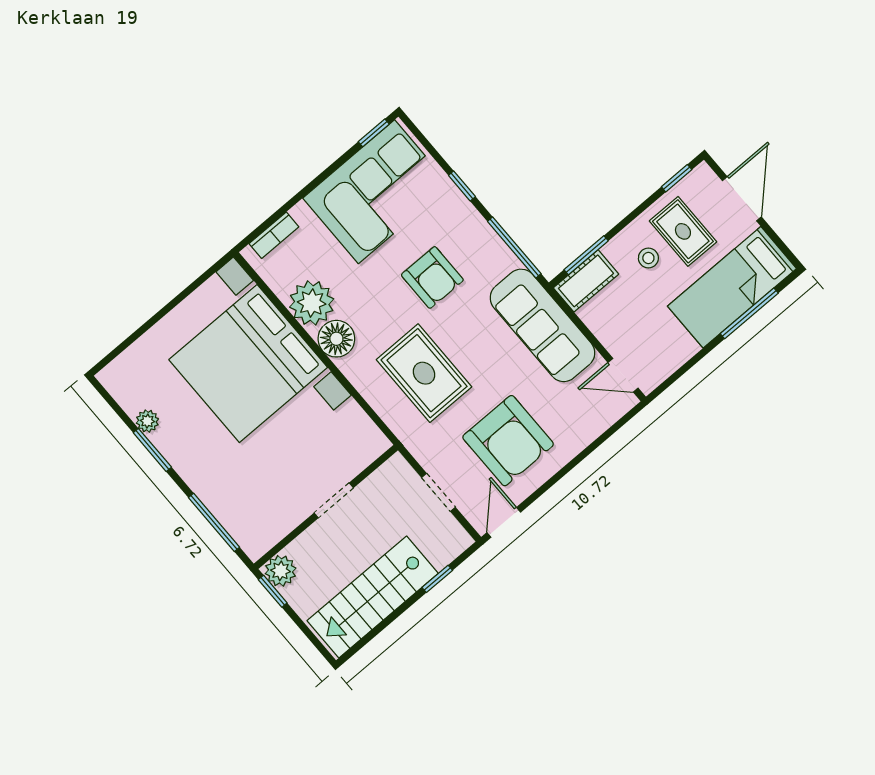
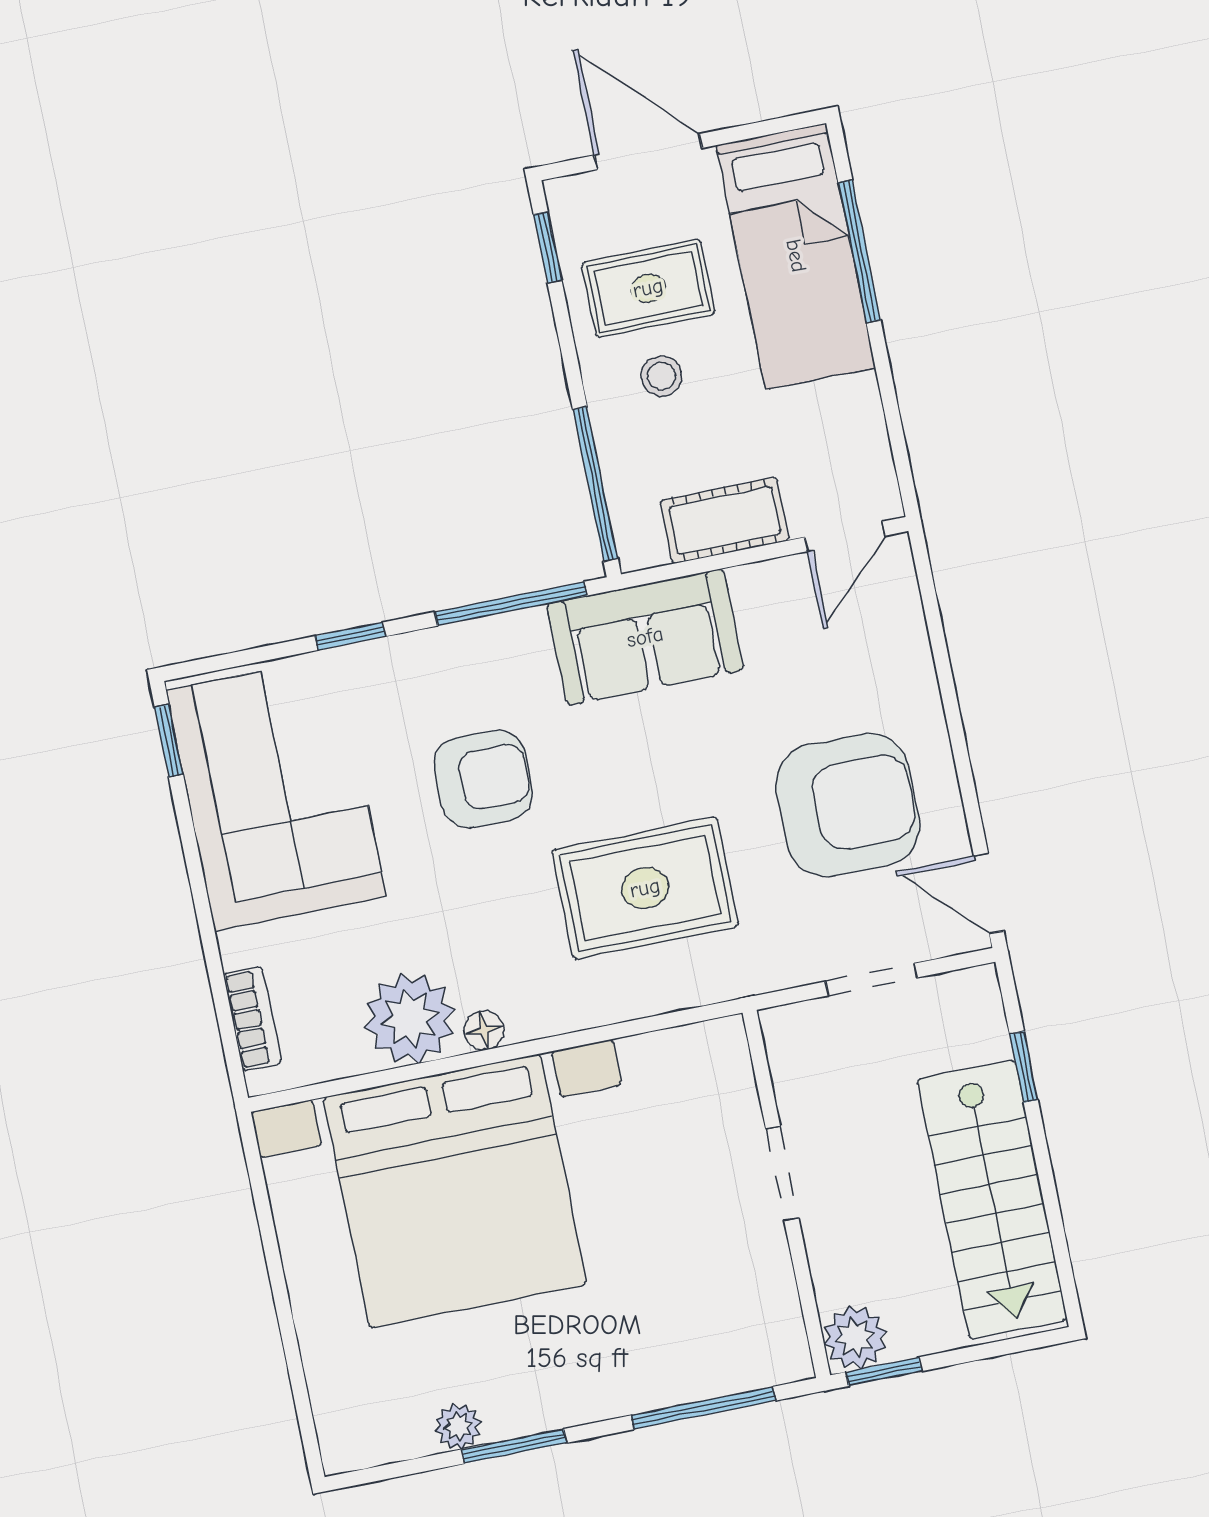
window: (586, 255) -> (595, 484), width x1.44
cot: (586, 281) -> (725, 520), moved, turned 90
sofa: (542, 325) -> (645, 637), width x0.73
floor lamp: (336, 339) -> (484, 1030), width x0.53, depth x0.53

